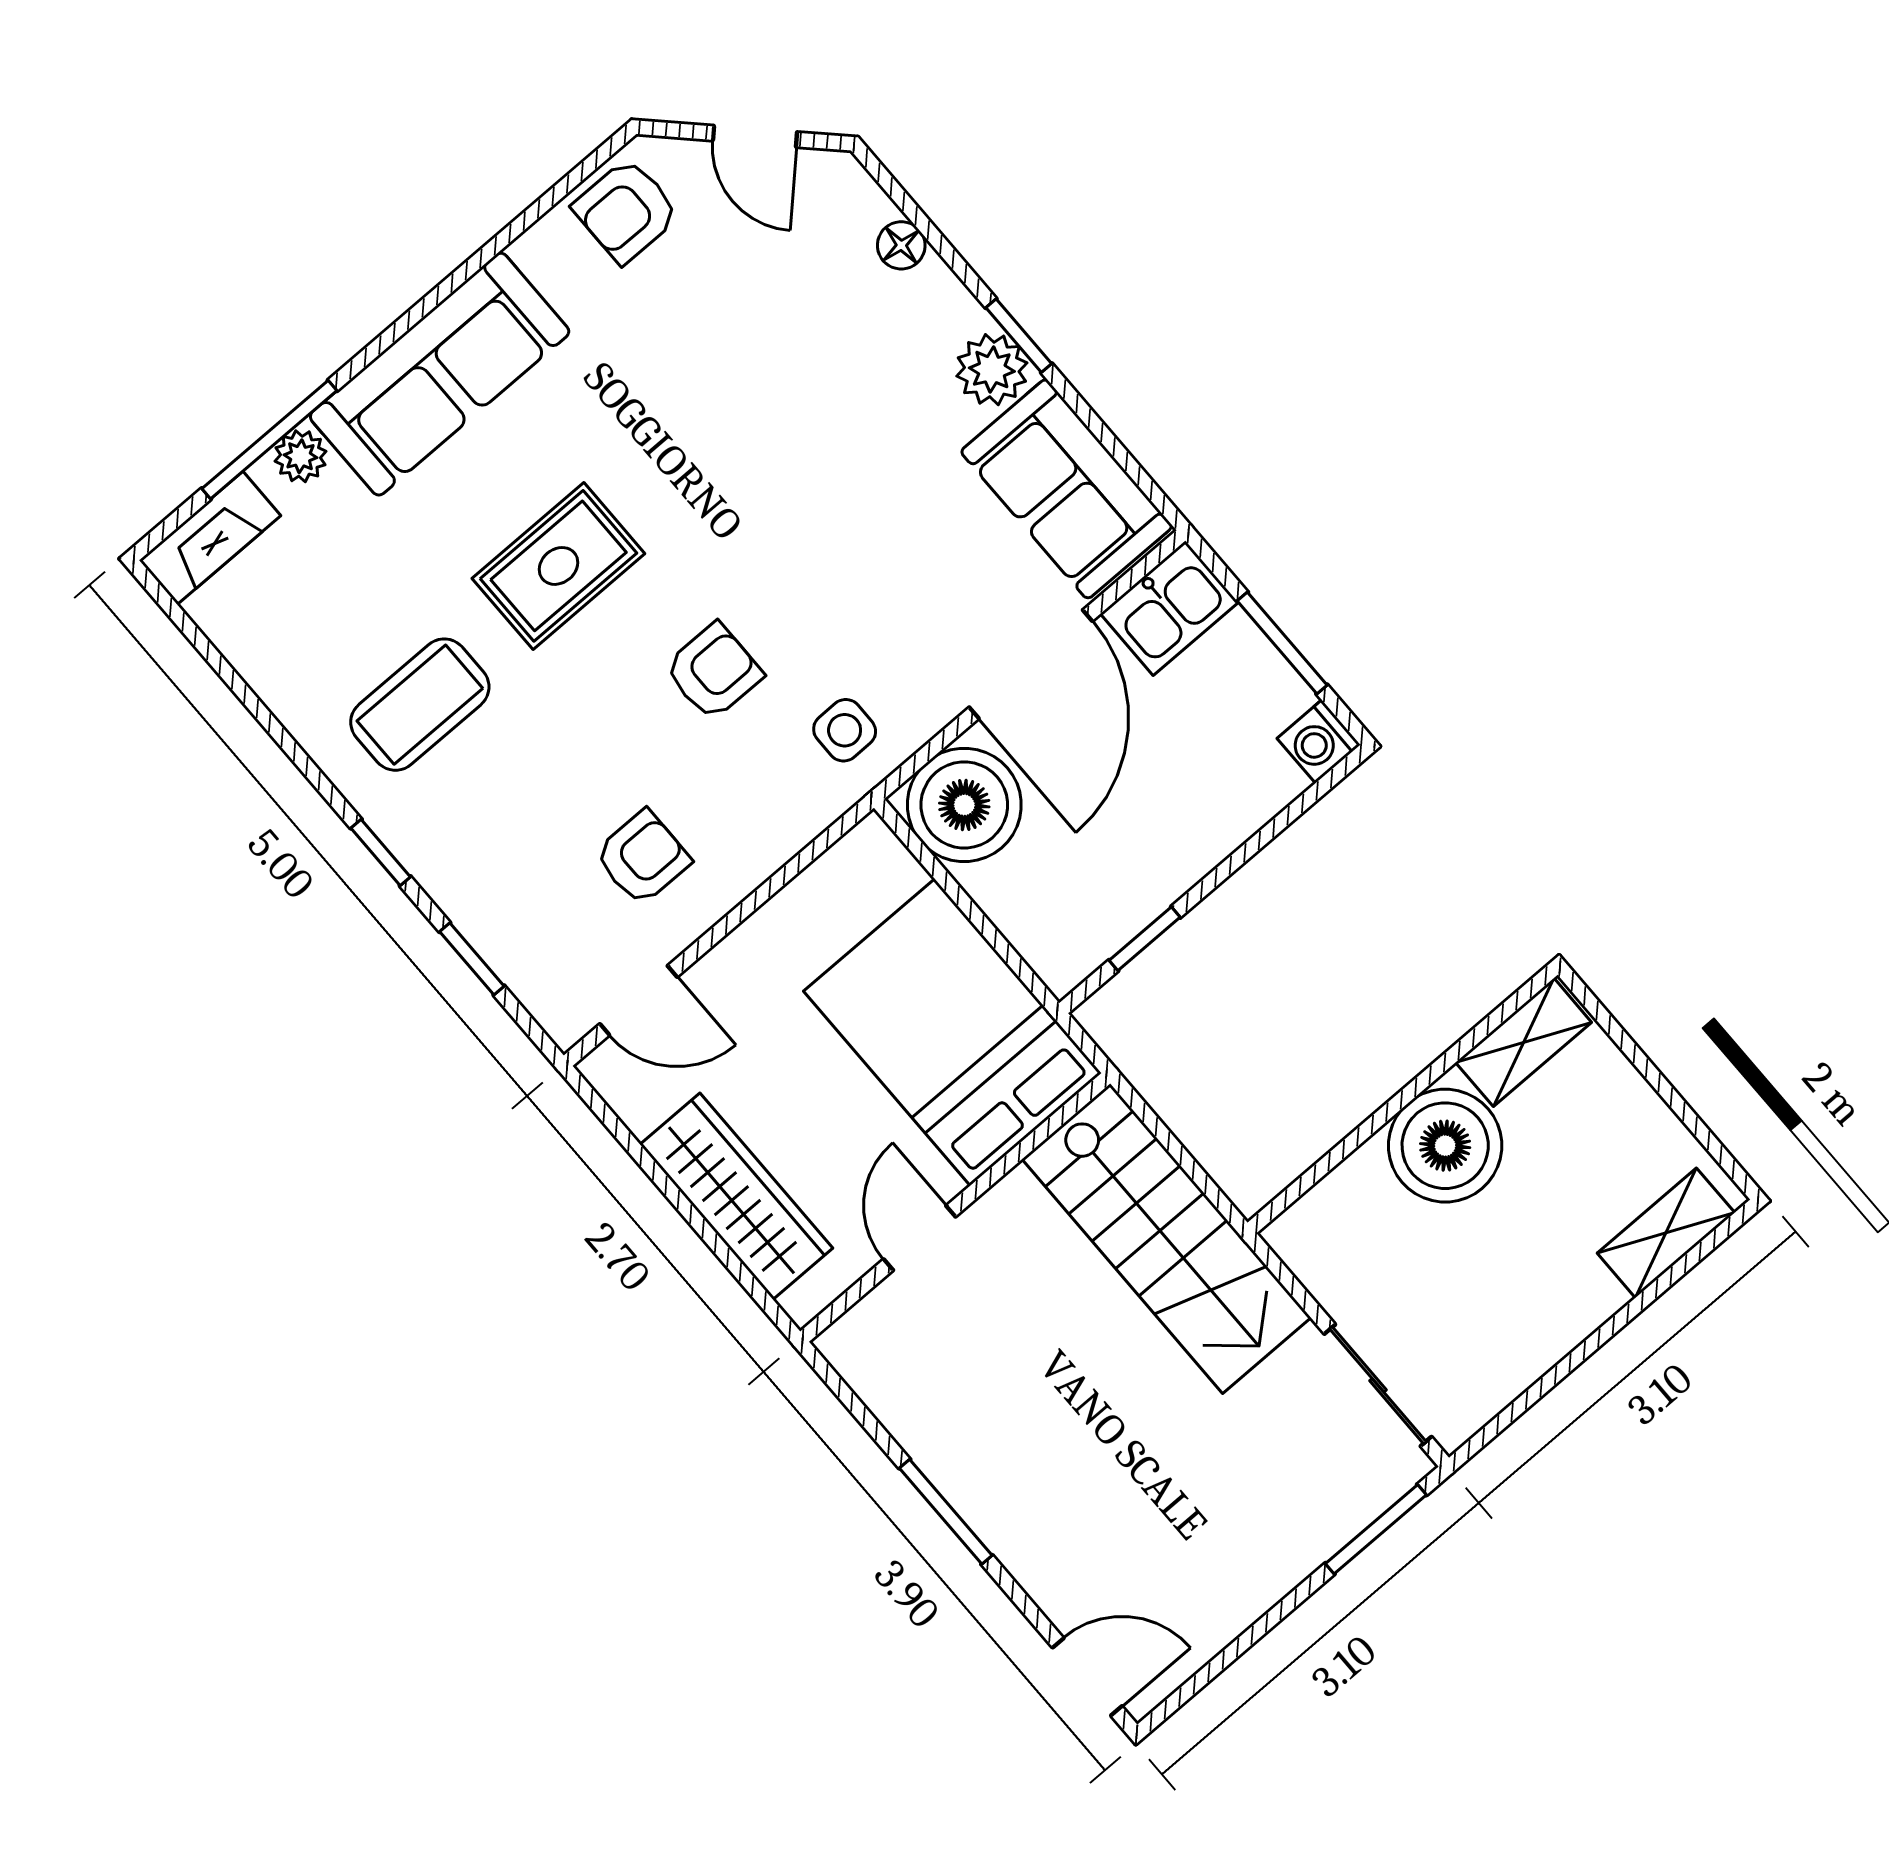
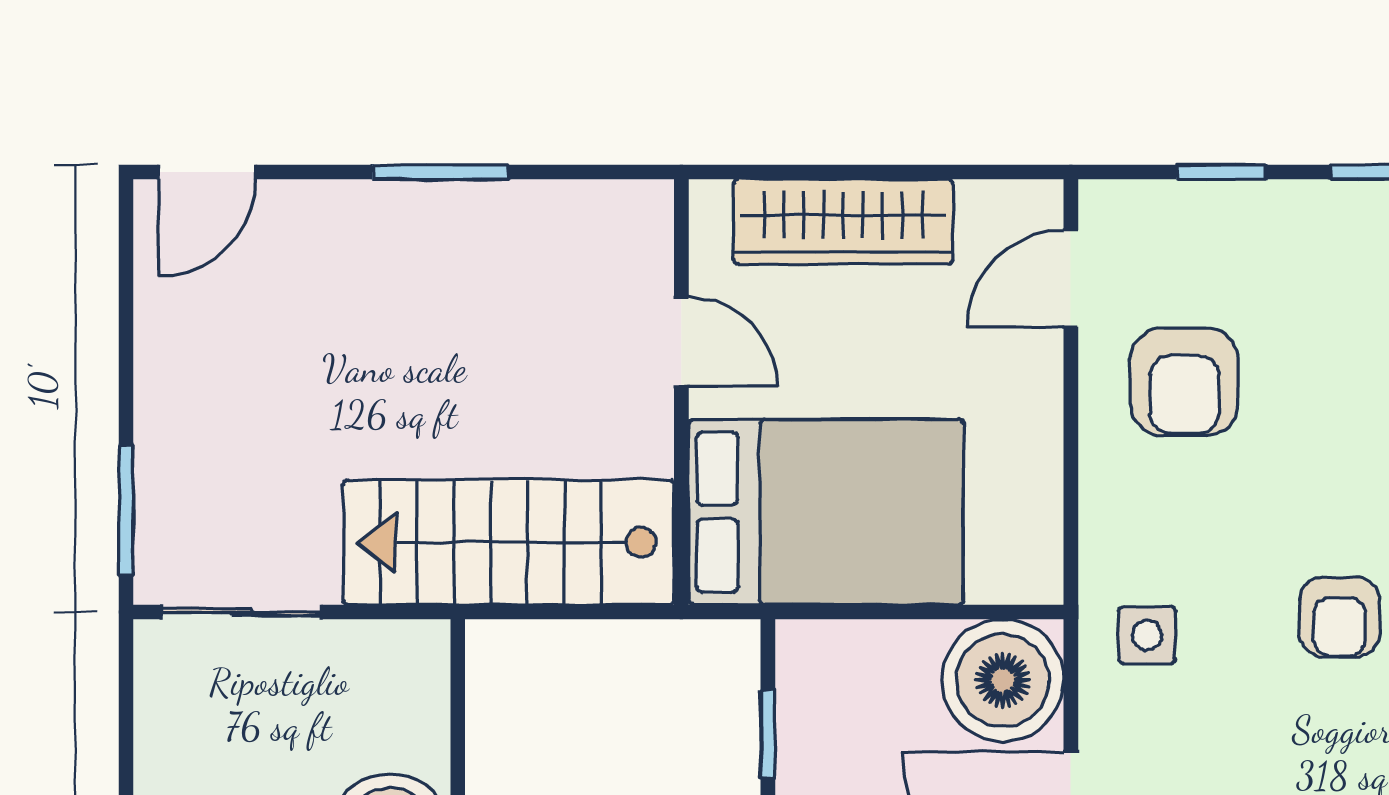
armchair: (714, 671) -> (1339, 617), moved
armchair: (643, 858) -> (1184, 382), width x1.38, depth x1.38

